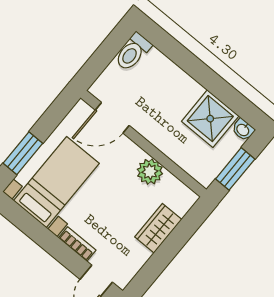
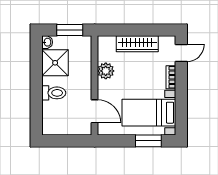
toilet: (133, 52) -> (54, 93), moved
wardrobe: (158, 228) -> (137, 44), width x1.50

